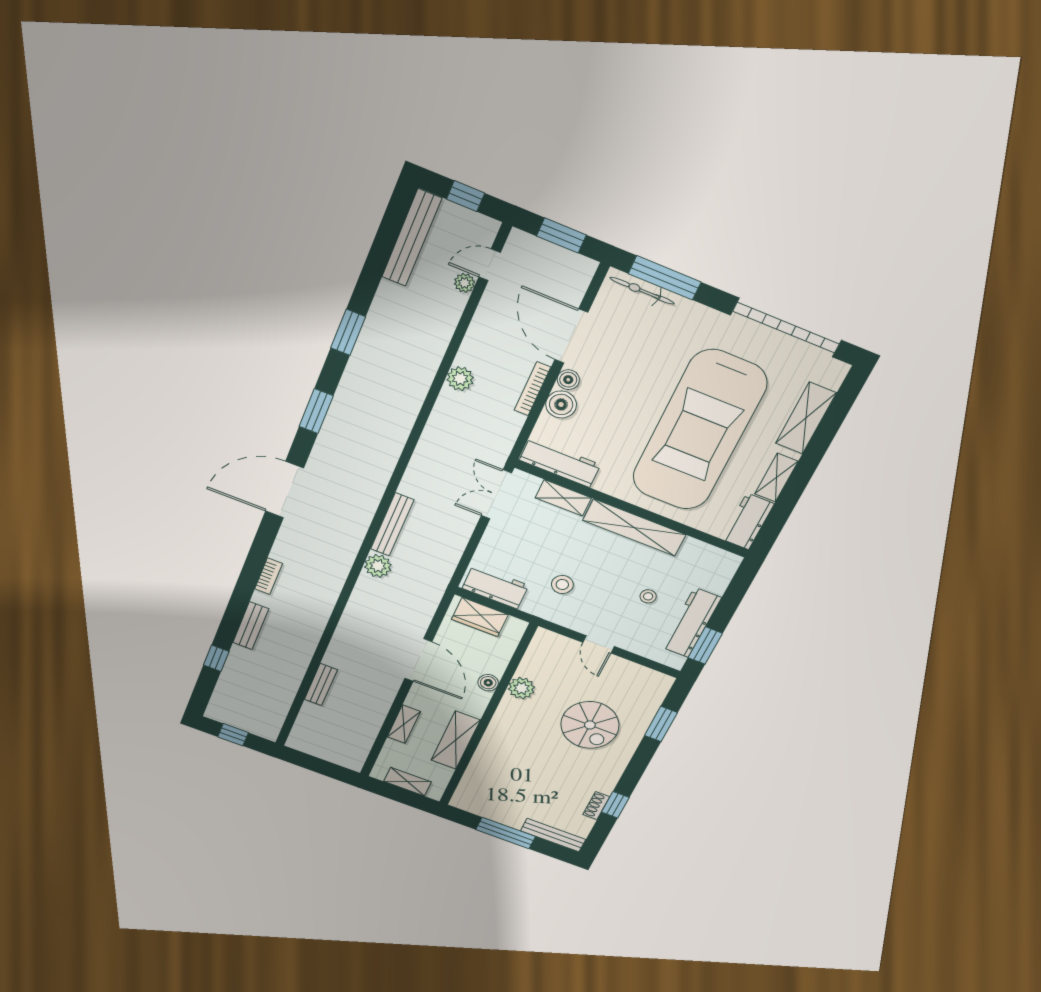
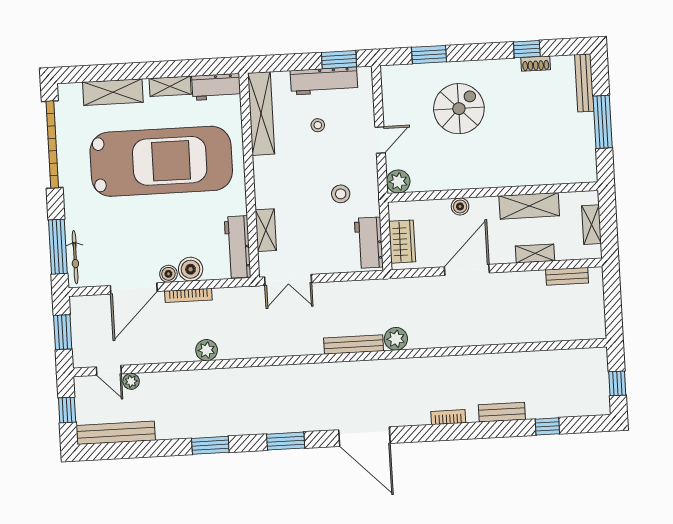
shelving: (634, 528) -> (261, 113), moved
bench: (321, 685) -> (567, 276), moved
plant: (521, 688) -> (398, 181), moved

